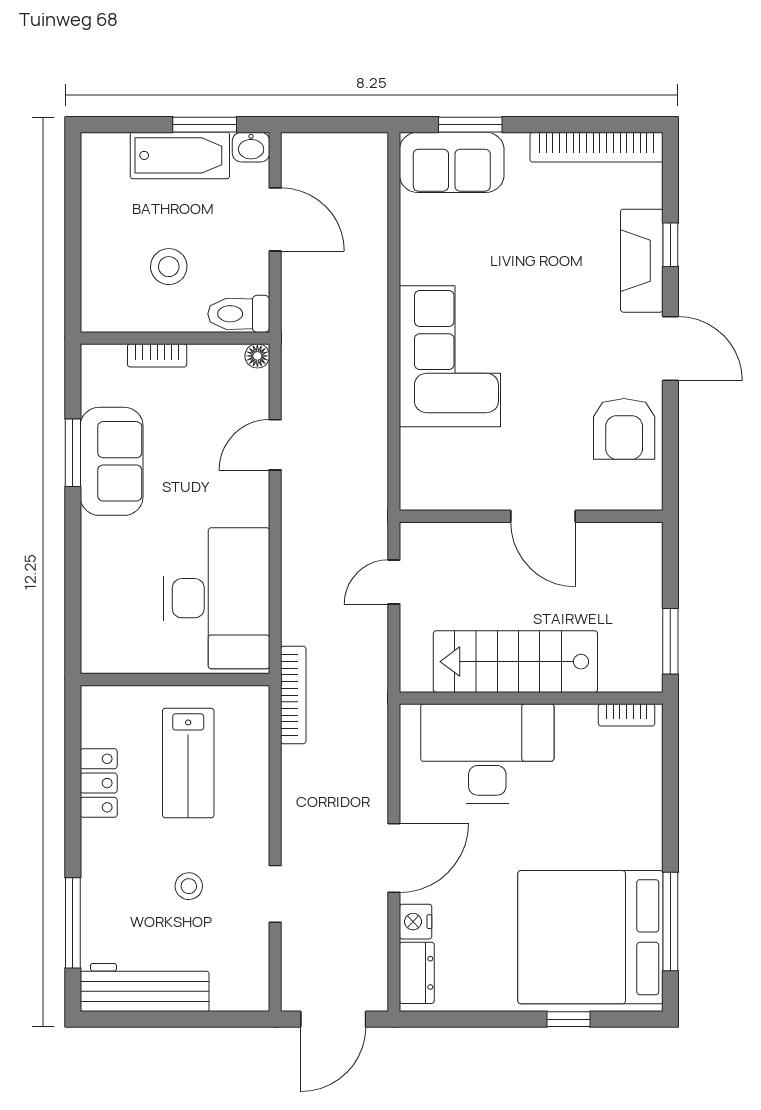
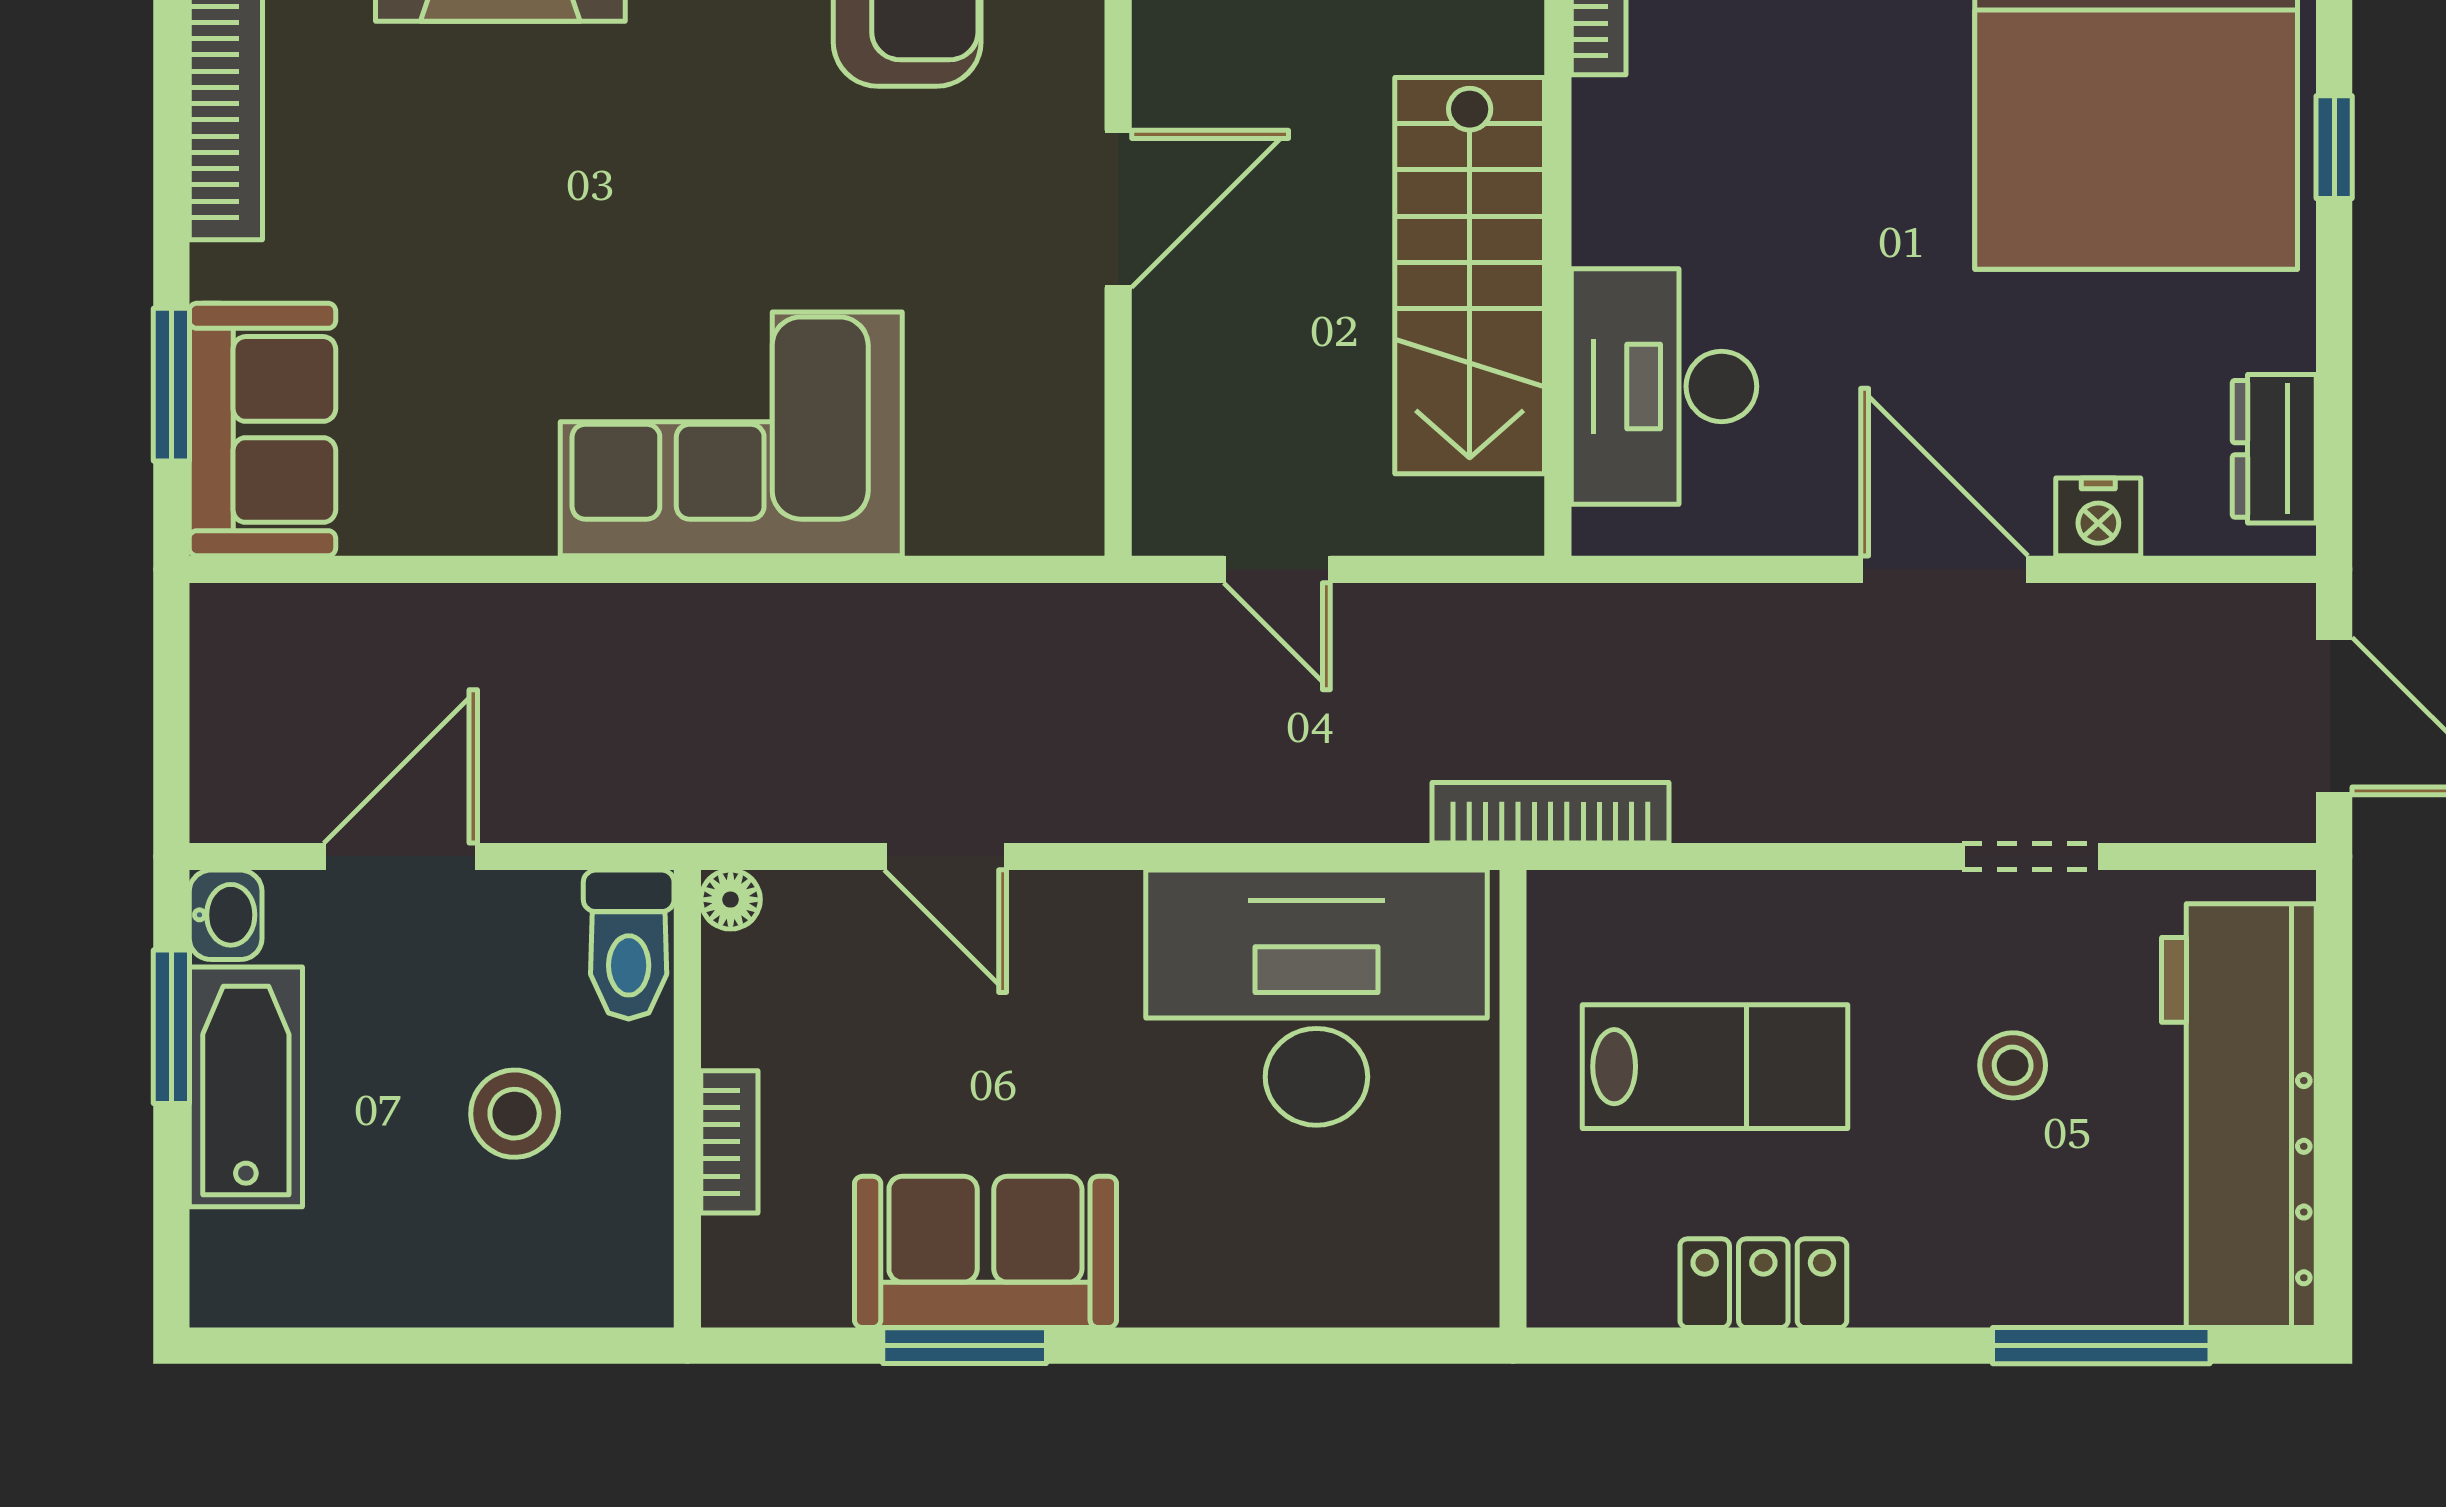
desk: (487, 753) -> (1664, 386), width x0.73, depth x0.77
dresser: (417, 973) -> (2274, 449), moved, turned -90
workbench: (145, 988) -> (2239, 1116), width x1.36, depth x1.32

